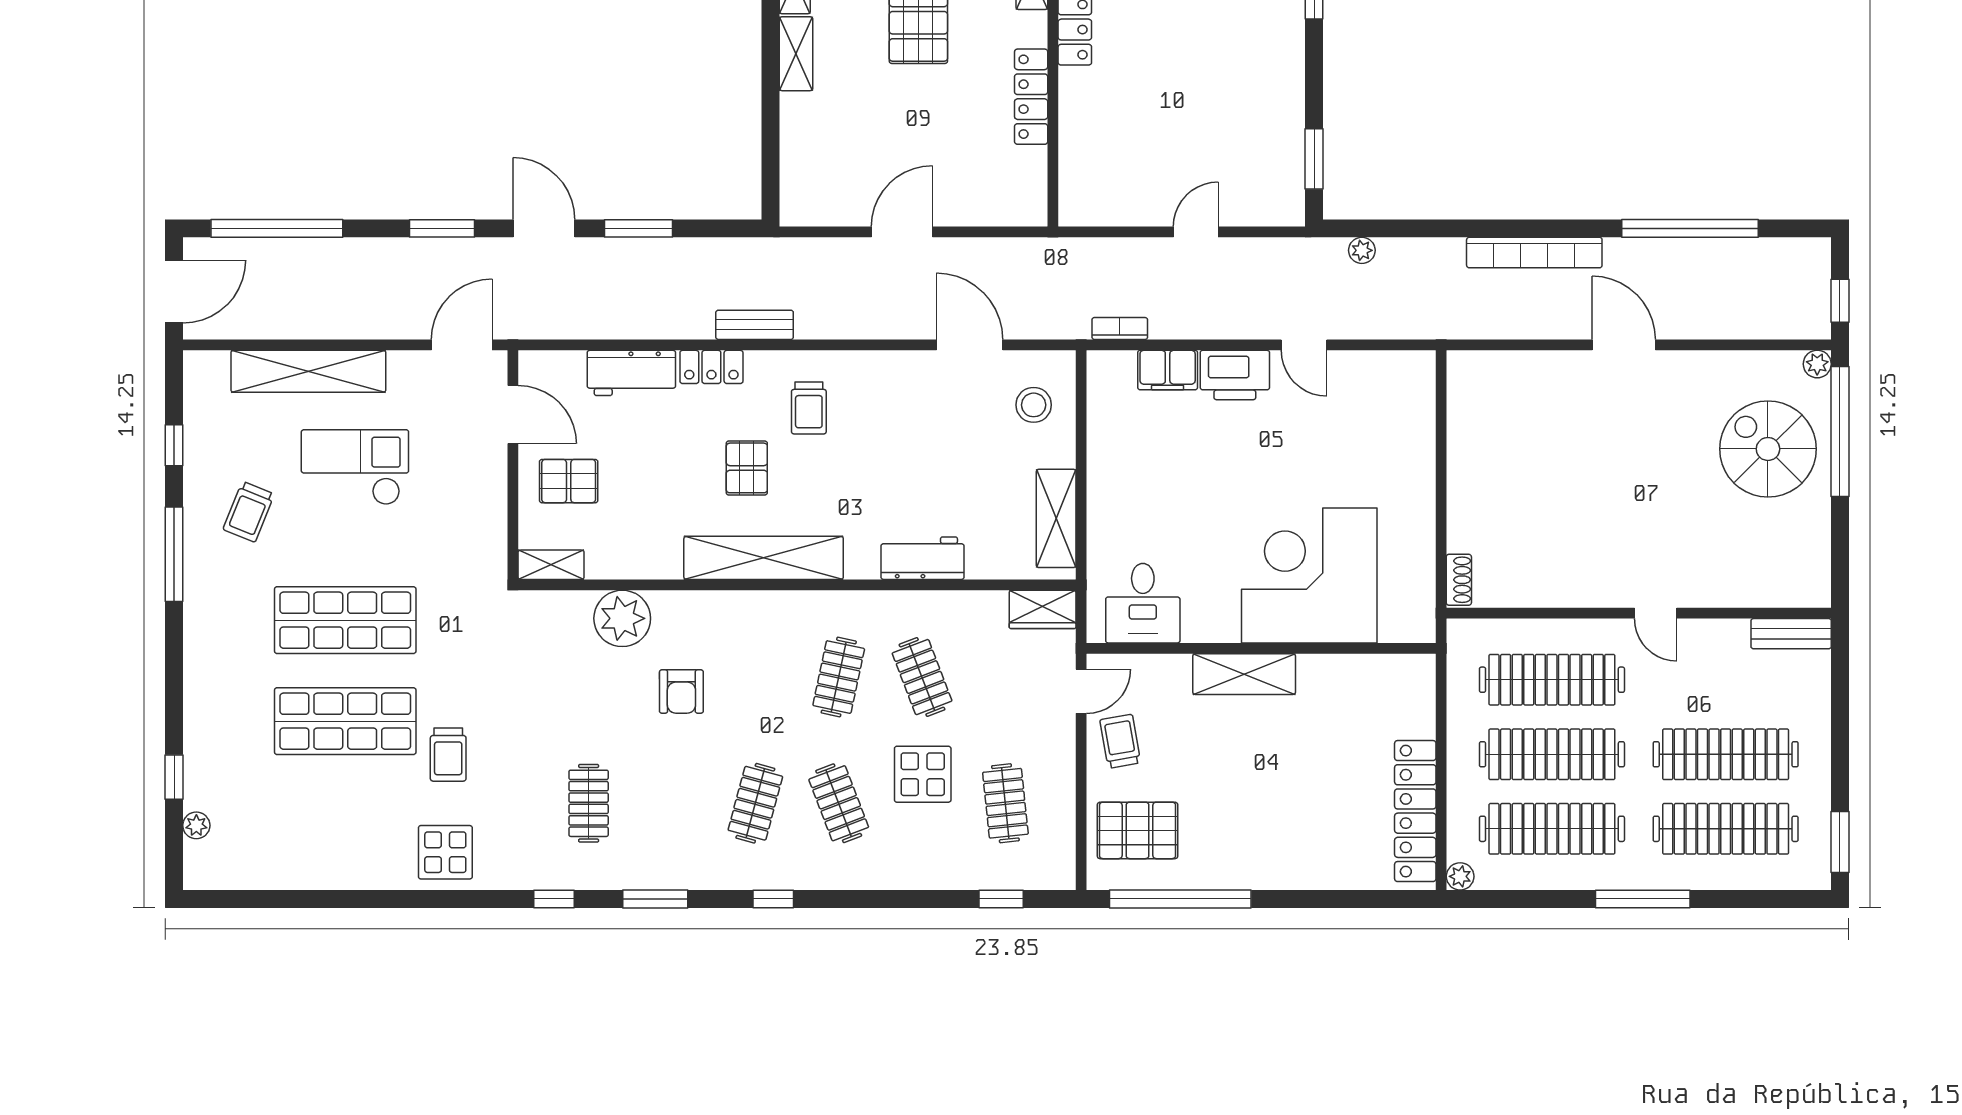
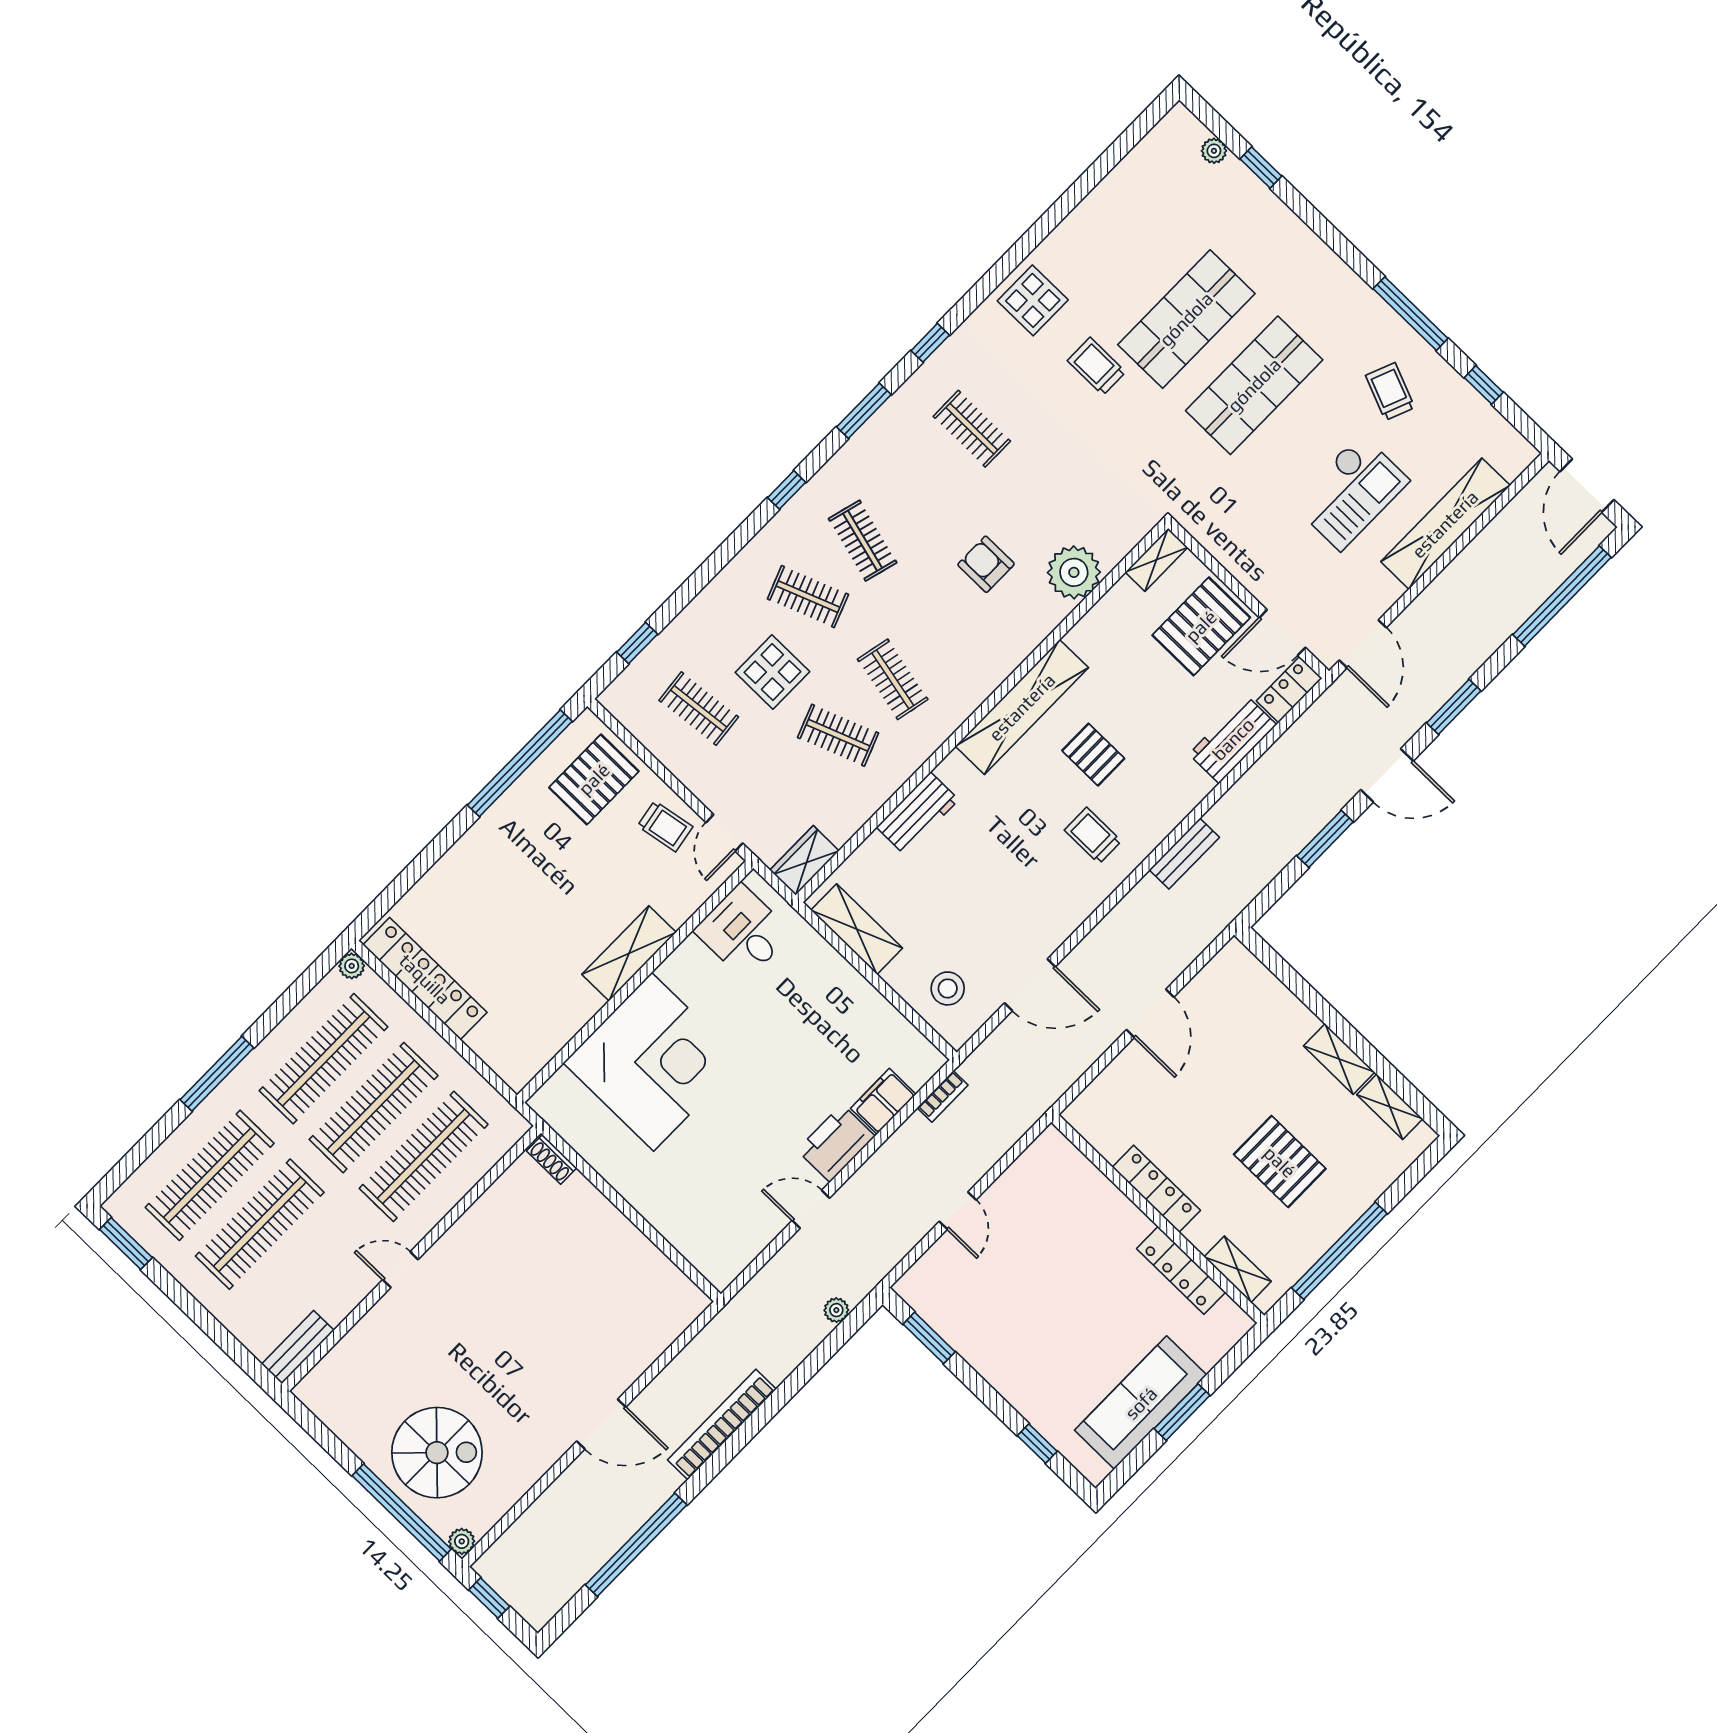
locker: (711, 367) -> (1289, 690), moved
pallet: (569, 481) -> (1201, 626), width x1.50, depth x1.42

